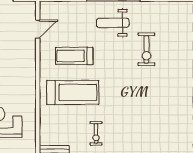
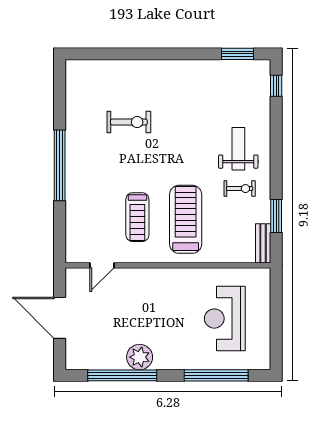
weight bench: (113, 23) -> (238, 149), moved, turned 180
door: (38, 29) -> (102, 265), swing flipped

